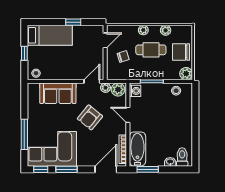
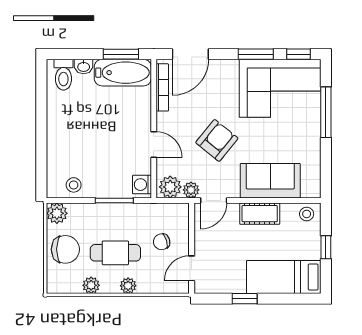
cot: (64, 73) -> (260, 214), added
bathtub: (137, 149) -> (123, 73), moved, turned -90

